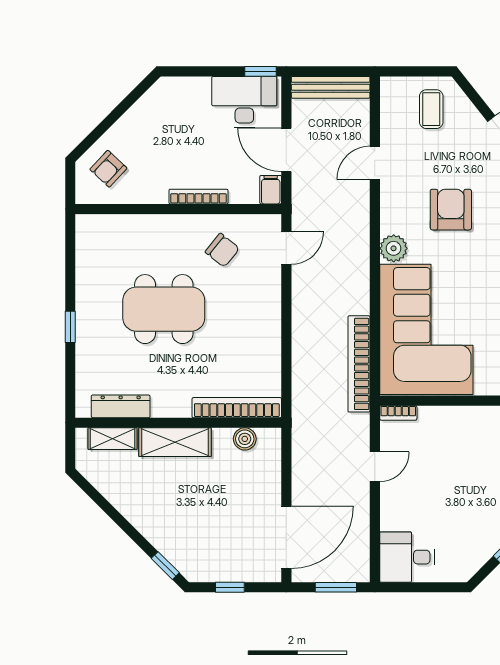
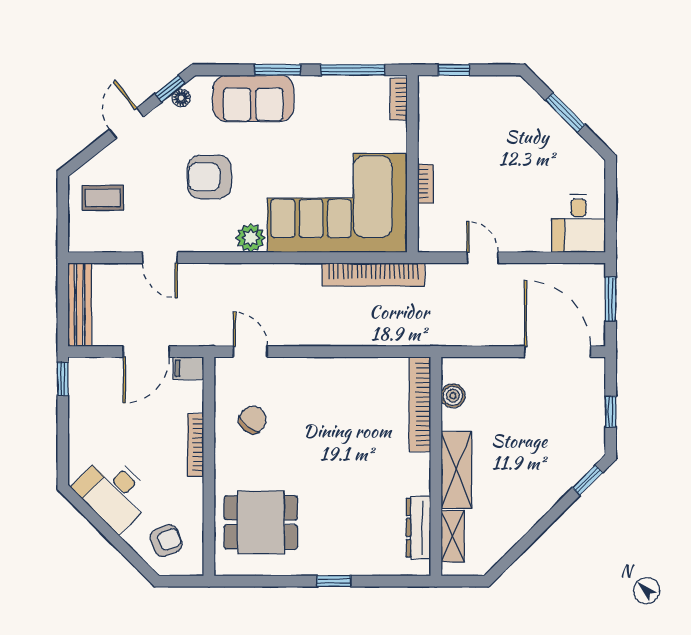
desk: (244, 102) -> (114, 492), moved, turned -45
armchair: (108, 169) -> (166, 541), turned -64
dining table: (164, 309) -> (261, 522), moved, width x0.73
bookcase: (398, 413) -> (425, 184), moved

